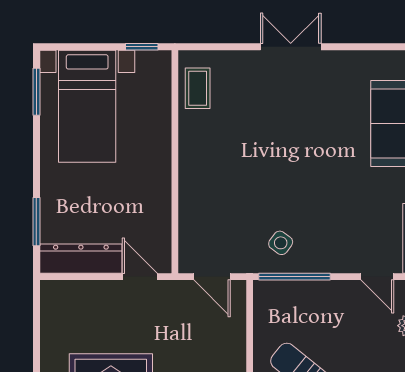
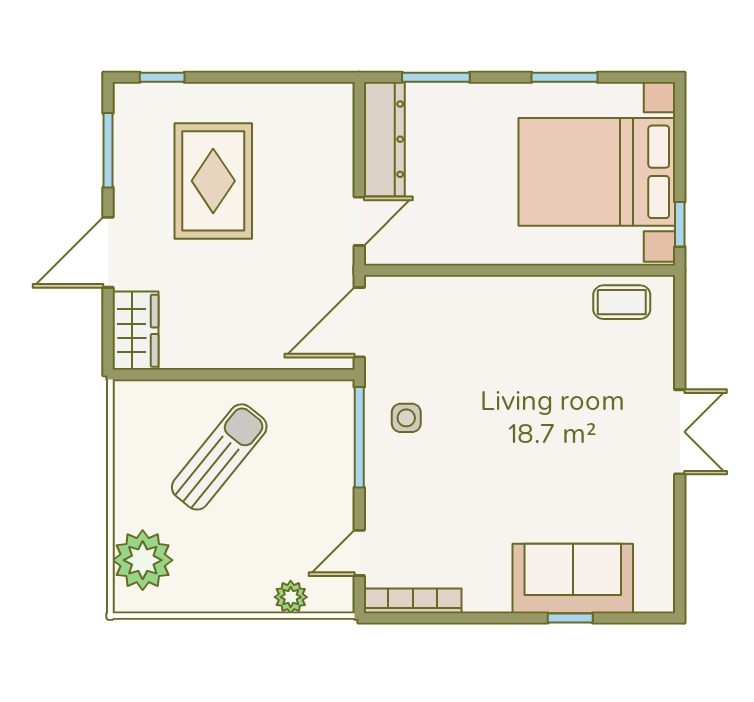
window: (36, 92) -> (564, 77), moved
bed with nightstands: (87, 106) -> (597, 172), width x1.36
side table: (281, 243) -> (406, 418), turned -36
door: (212, 277) -> (359, 322), width x1.38

